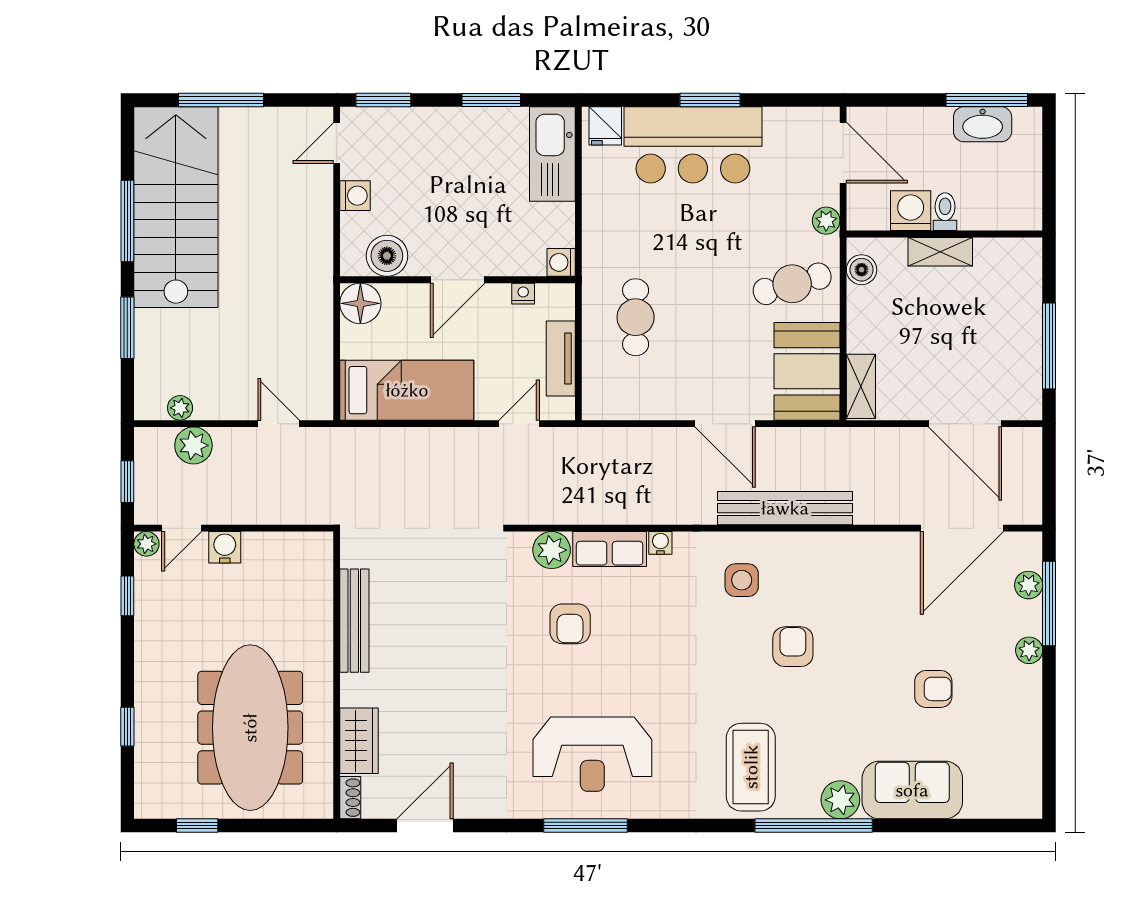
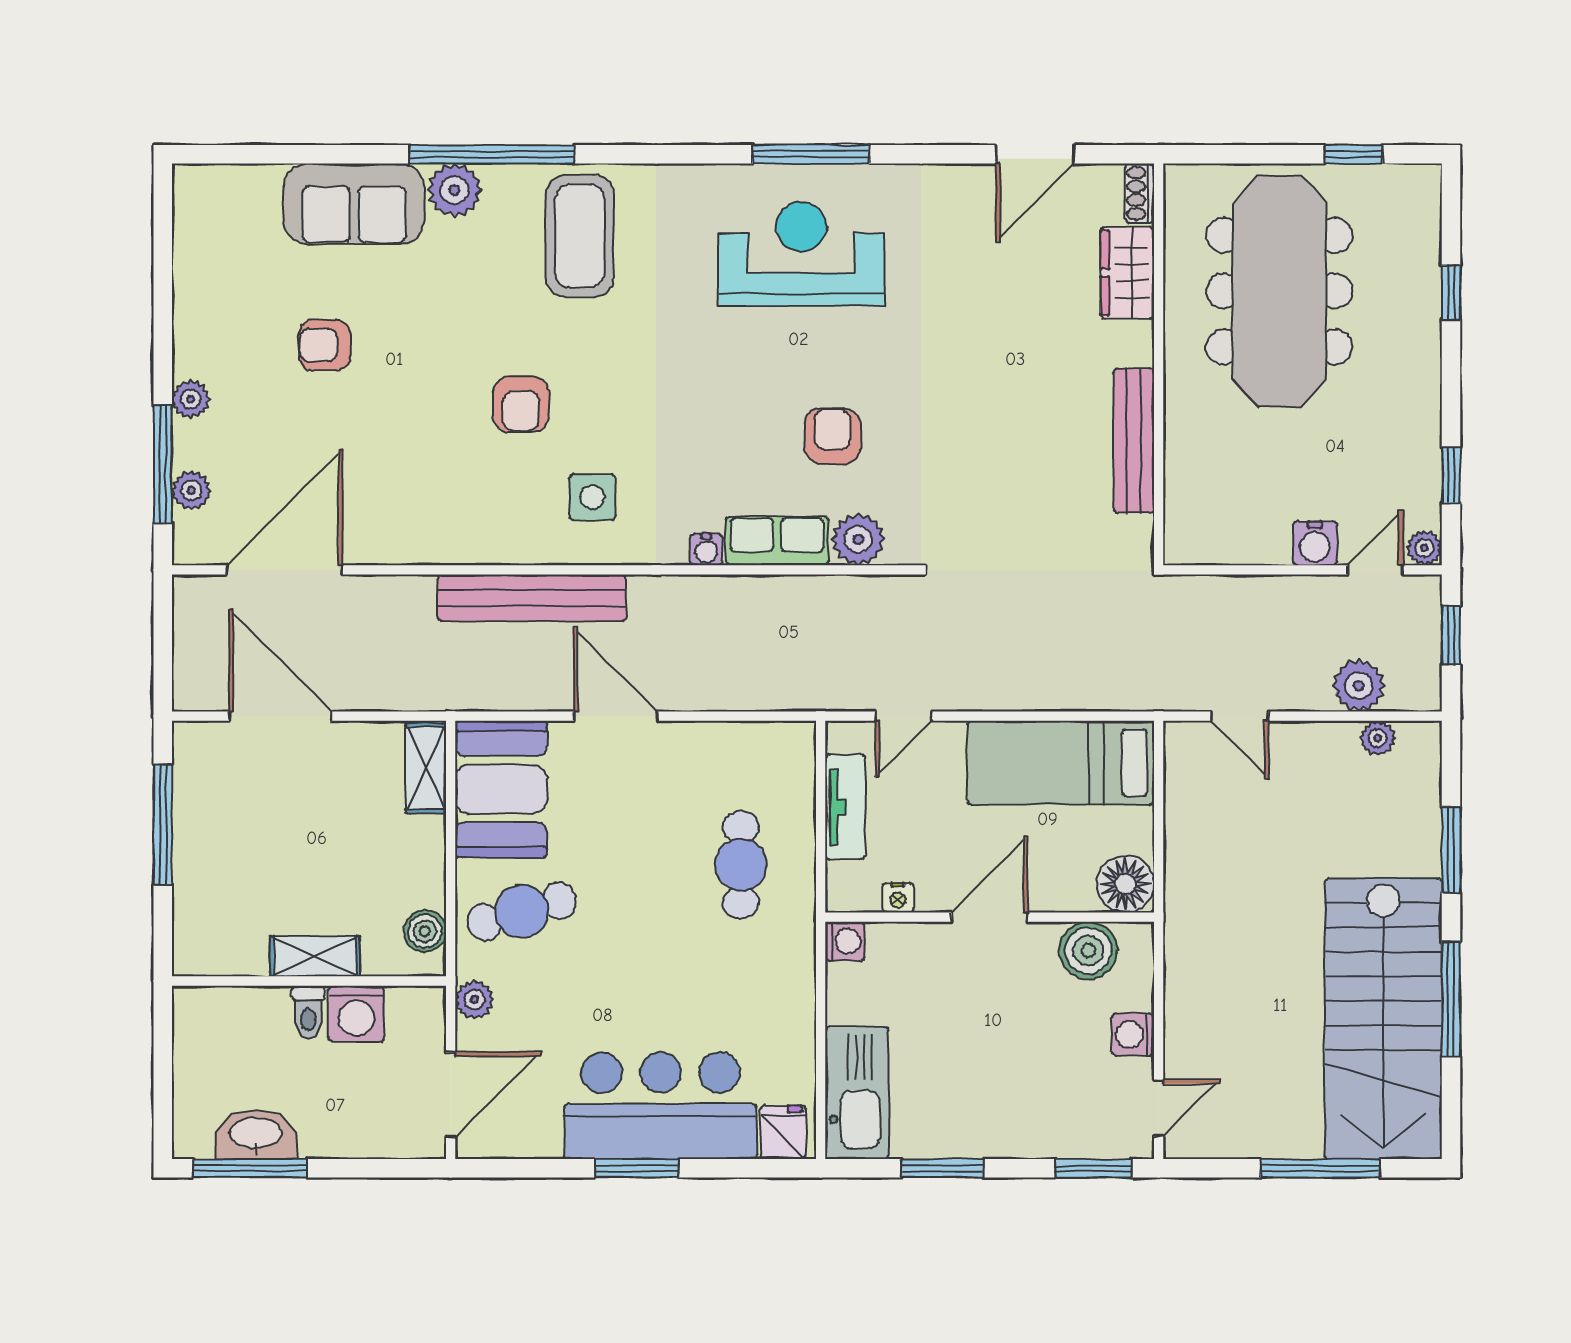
door: (843, 153) -> (451, 1095), swing flipped

